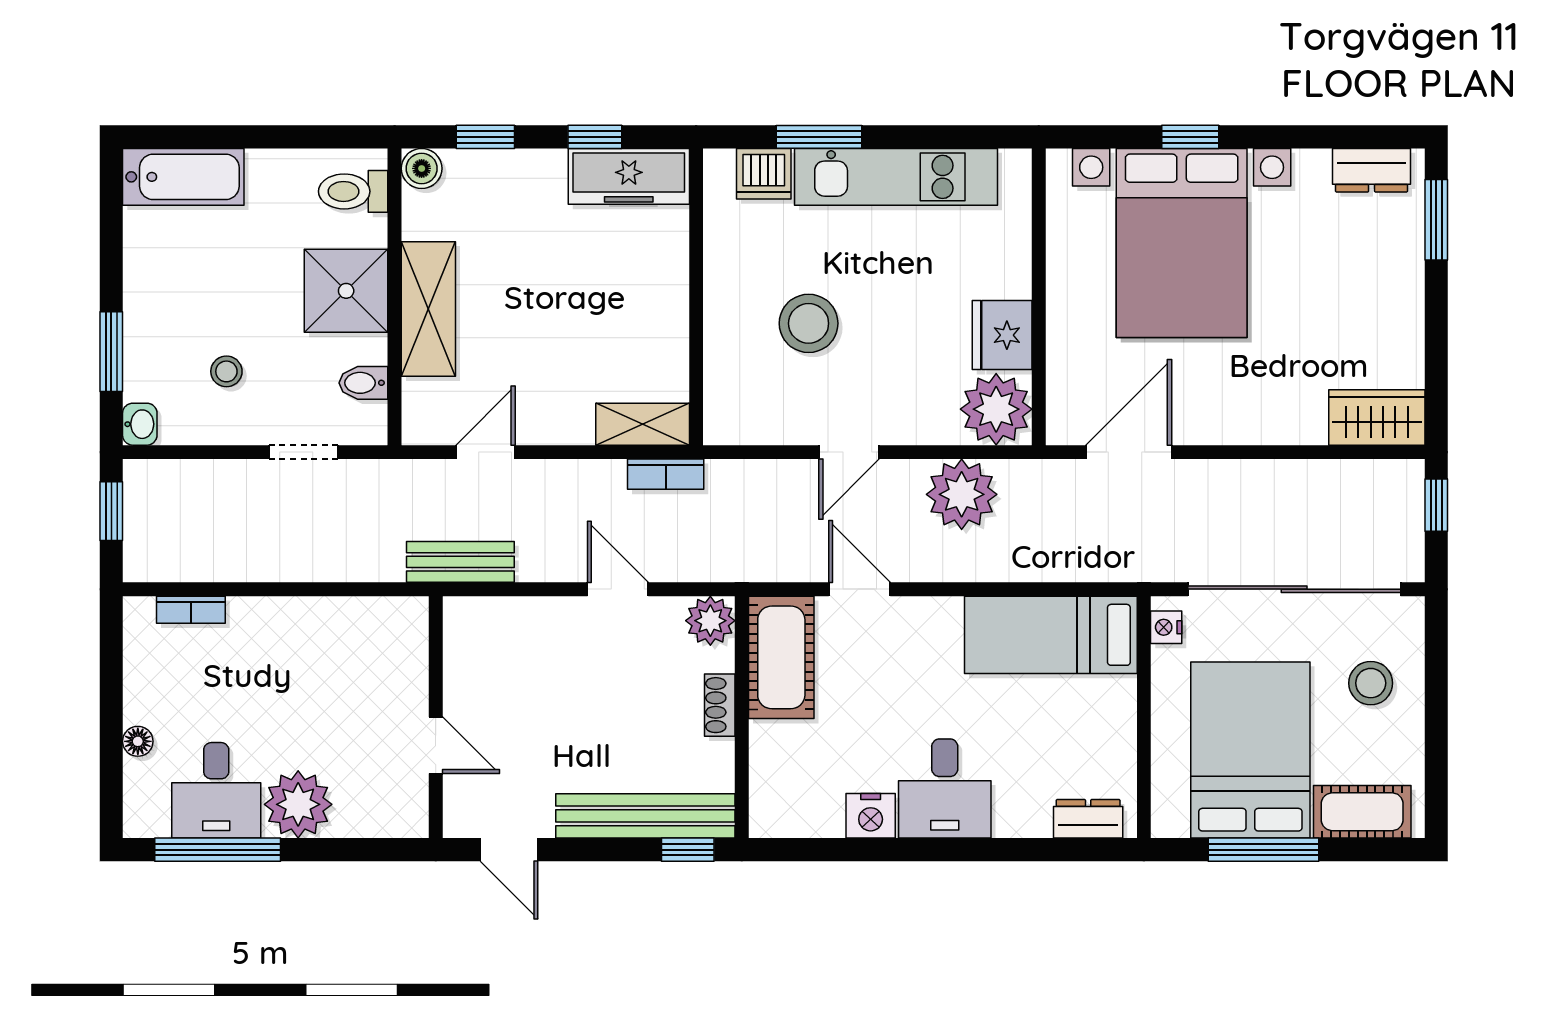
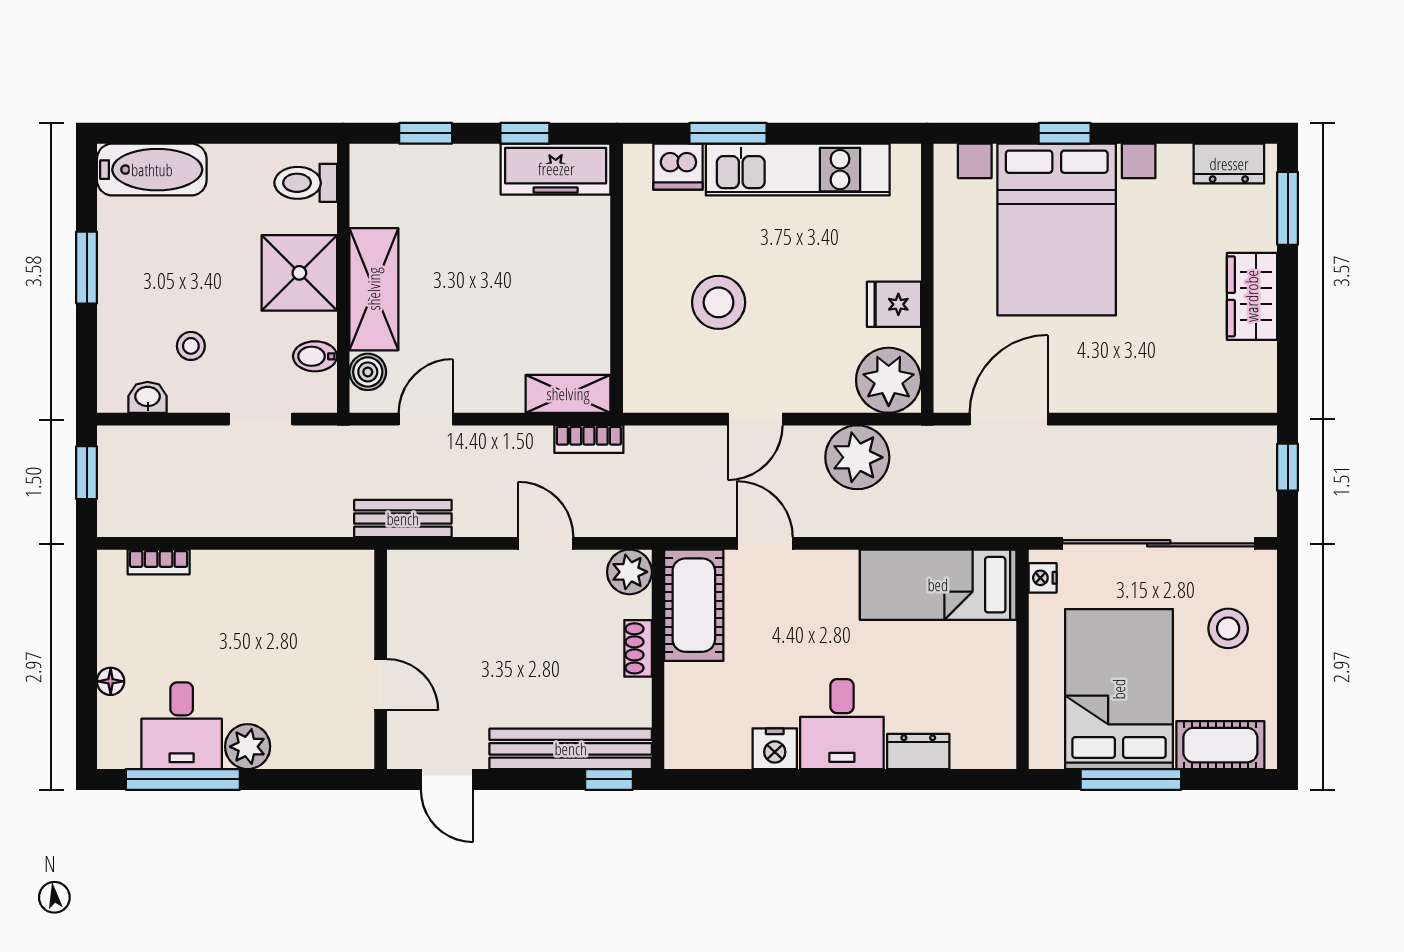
boiler: (422, 168) -> (368, 372), moved
fridge: (1002, 335) -> (894, 304), width x0.72
window: (111, 352) -> (87, 268), moved
wardrobe: (1377, 417) -> (1252, 296), moved, turned -90
washbasin: (140, 424) -> (148, 397), moved, turned -90
plant: (298, 804) -> (248, 747), width x0.73, depth x0.73
dresser: (1088, 819) -> (918, 751), moved

